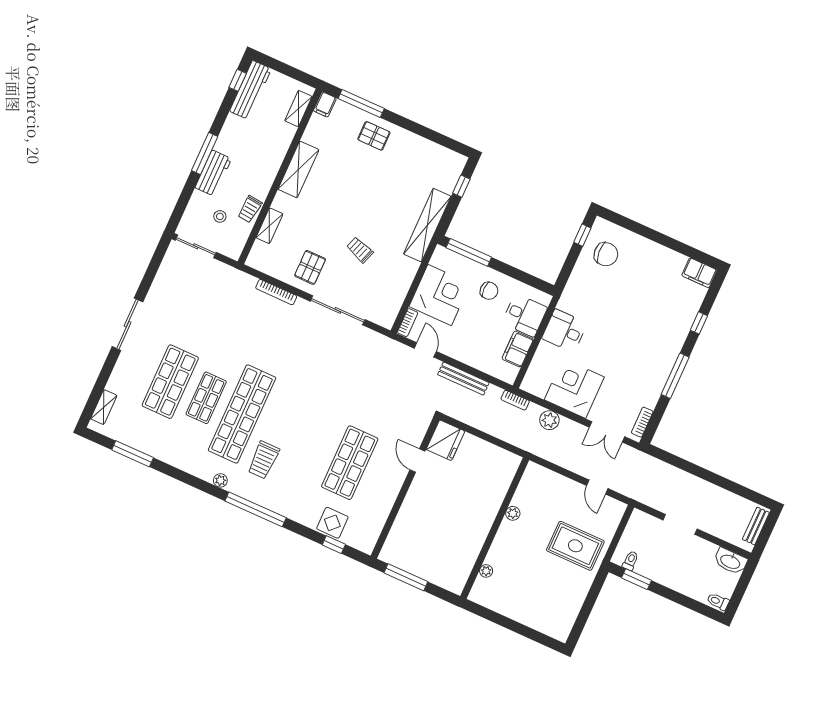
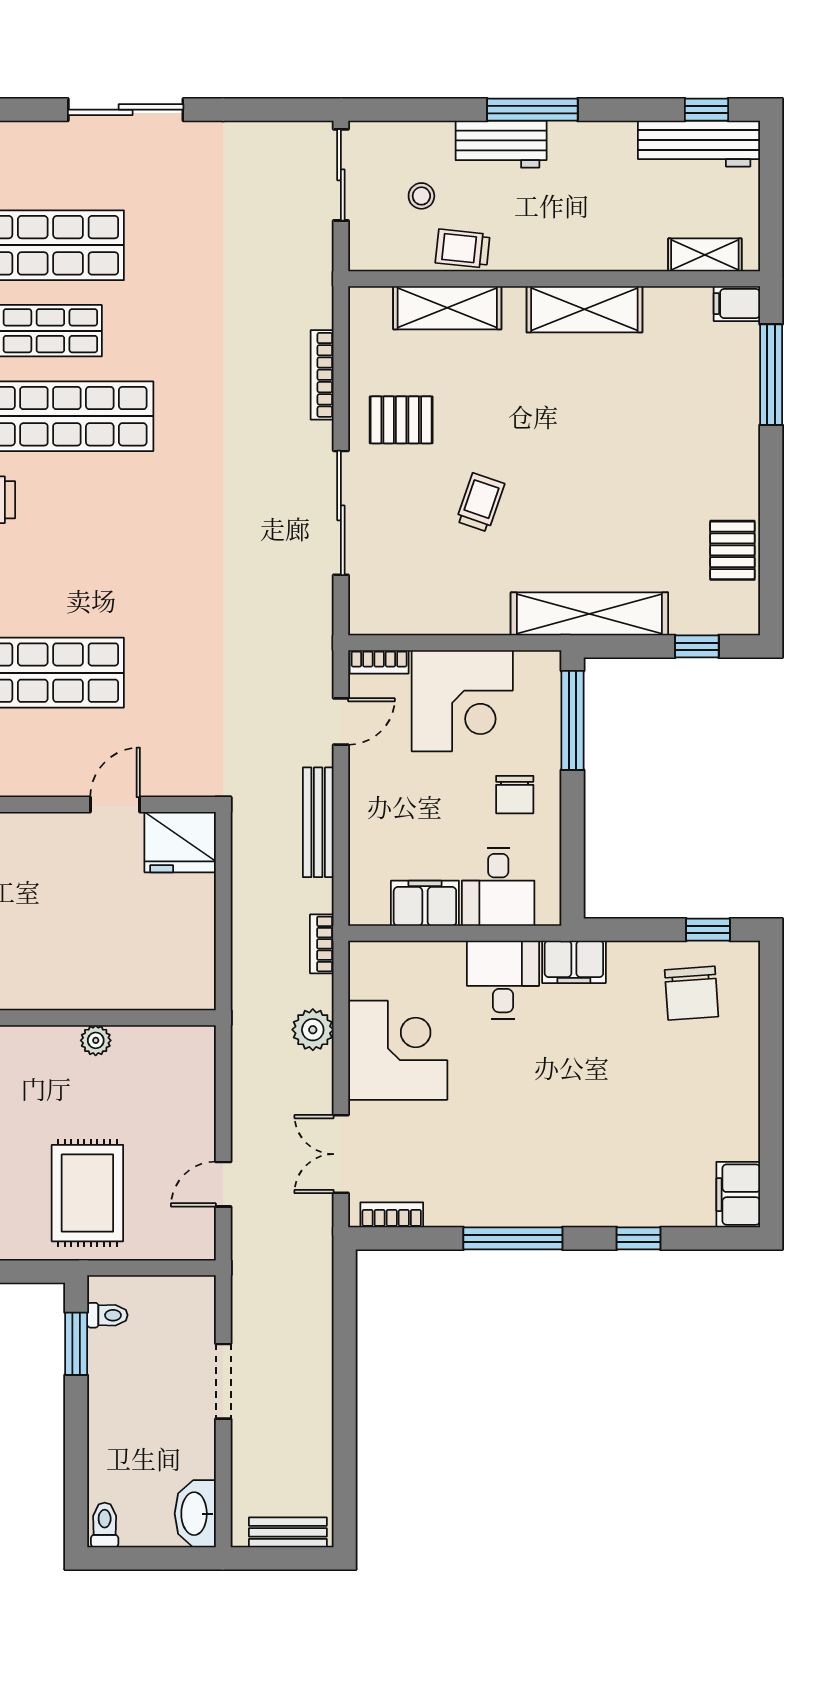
pallet: (374, 136) -> (732, 550), moved
shelving: (269, 226) -> (447, 308), width x1.50, depth x1.33
filing cabinet: (570, 298) -> (574, 962), added

